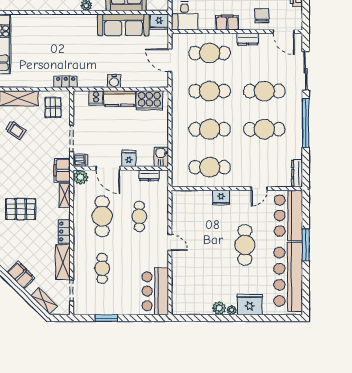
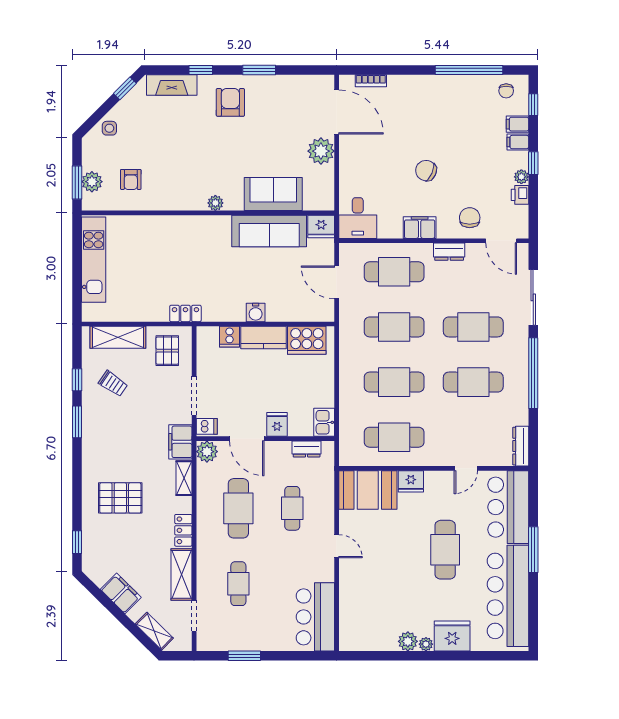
booth: (191, 204) -> (368, 490), added

